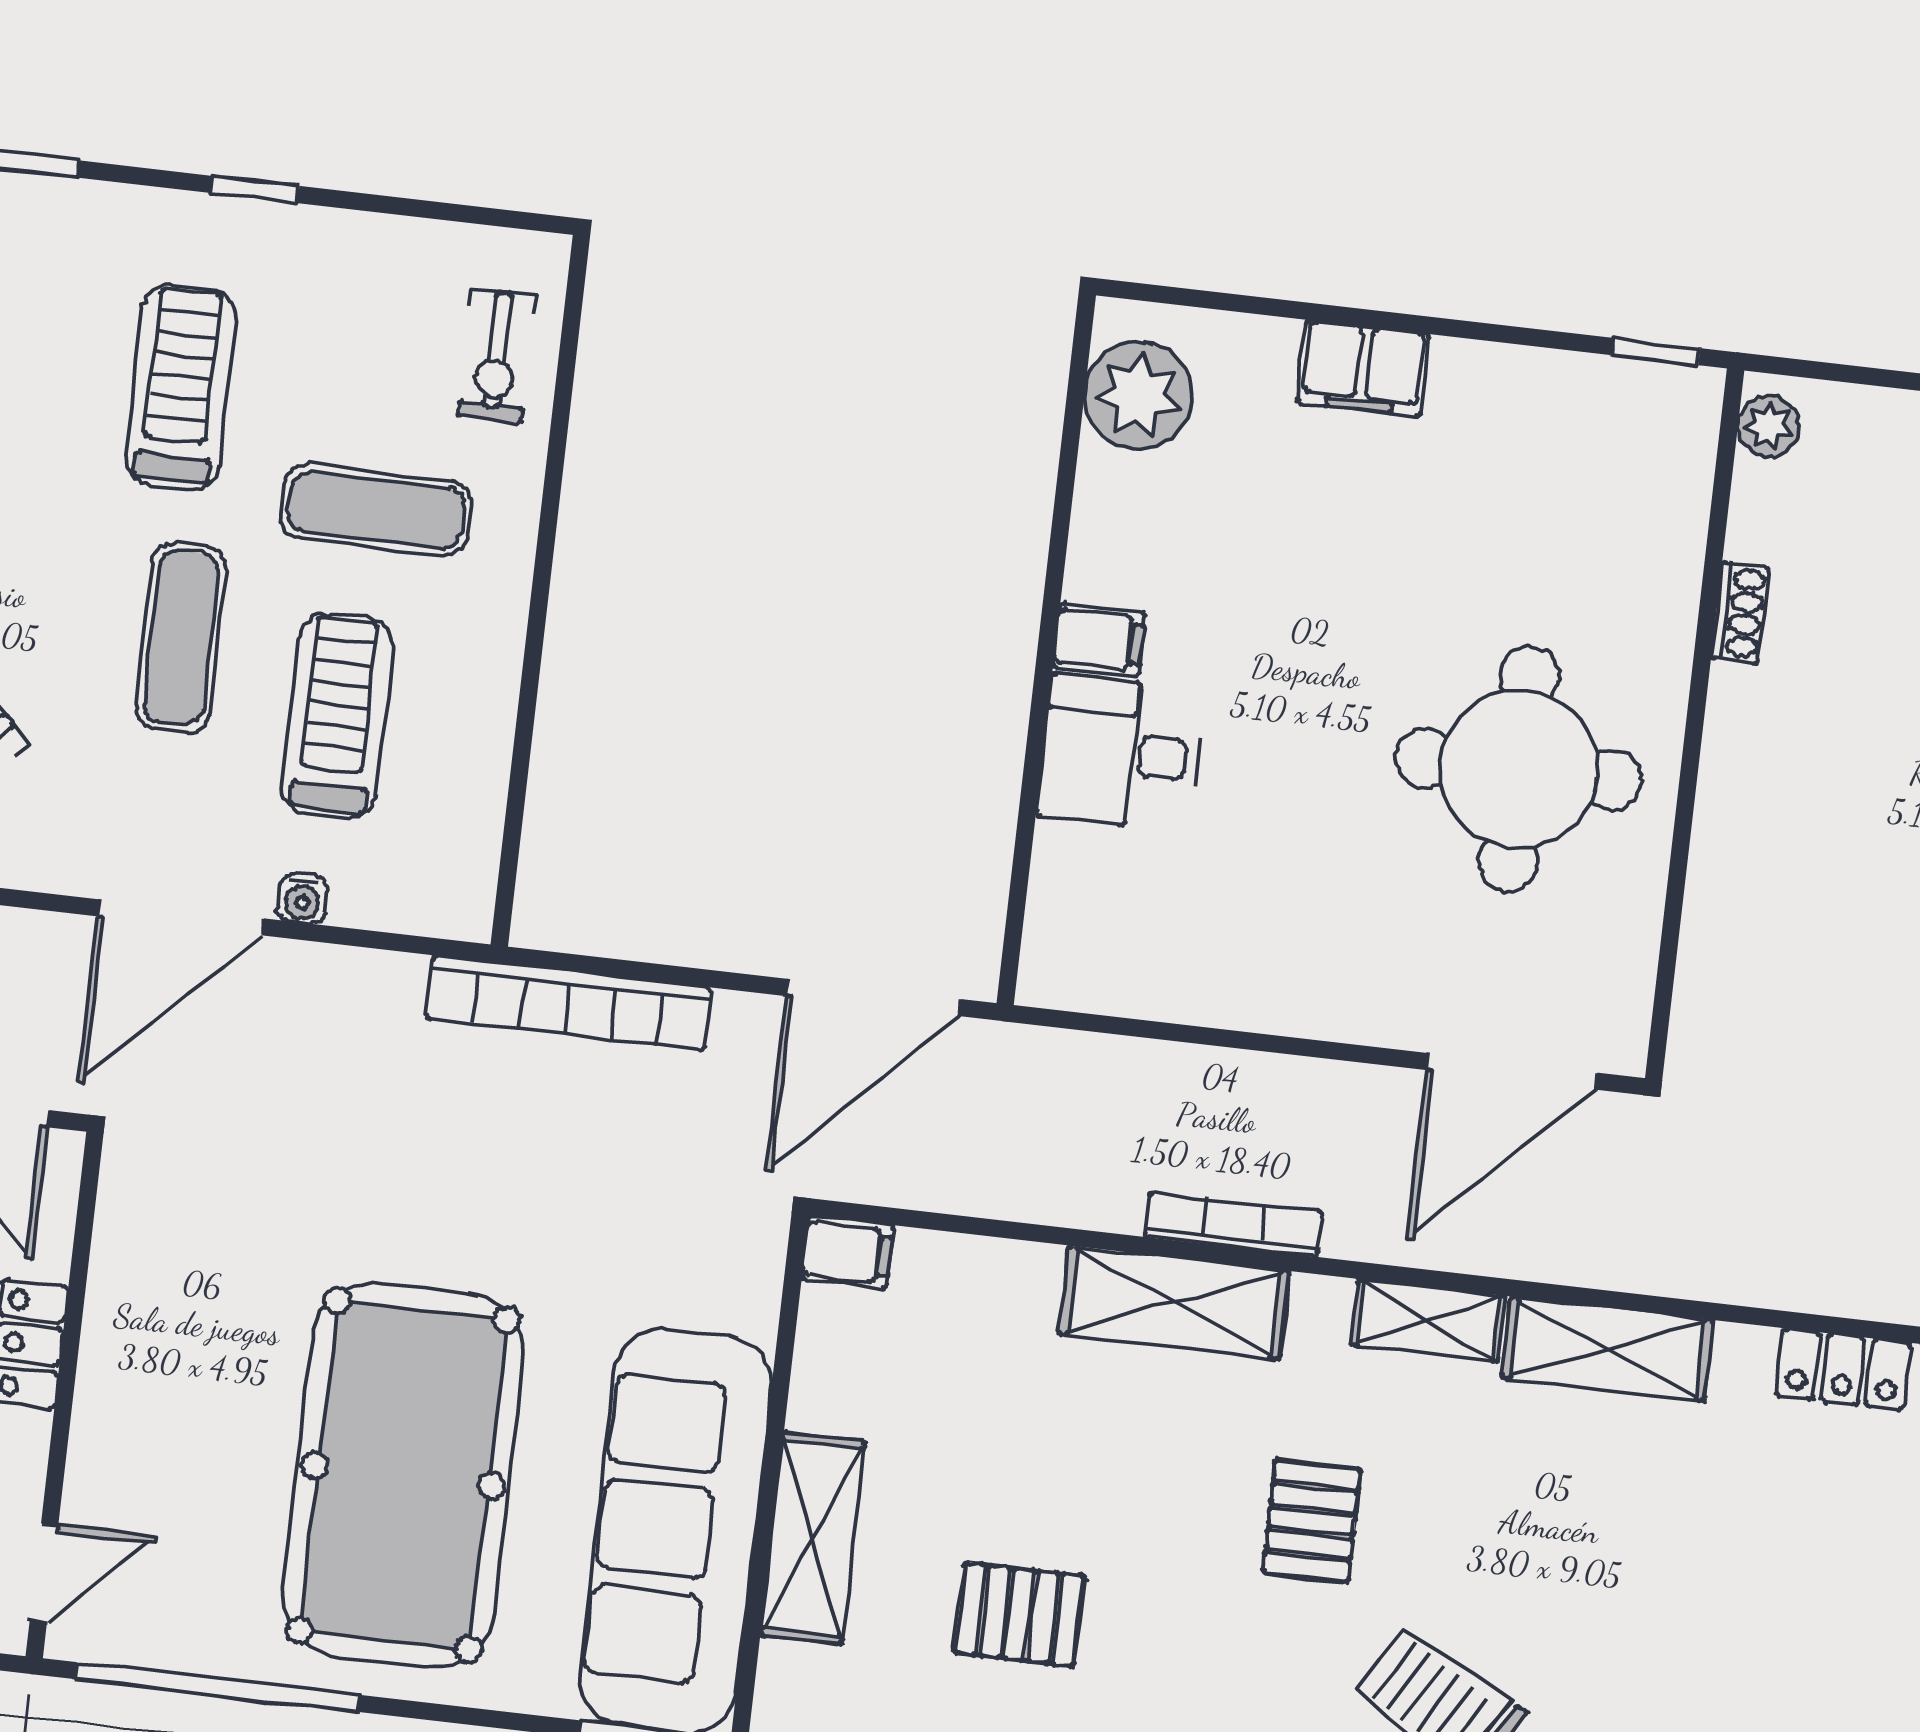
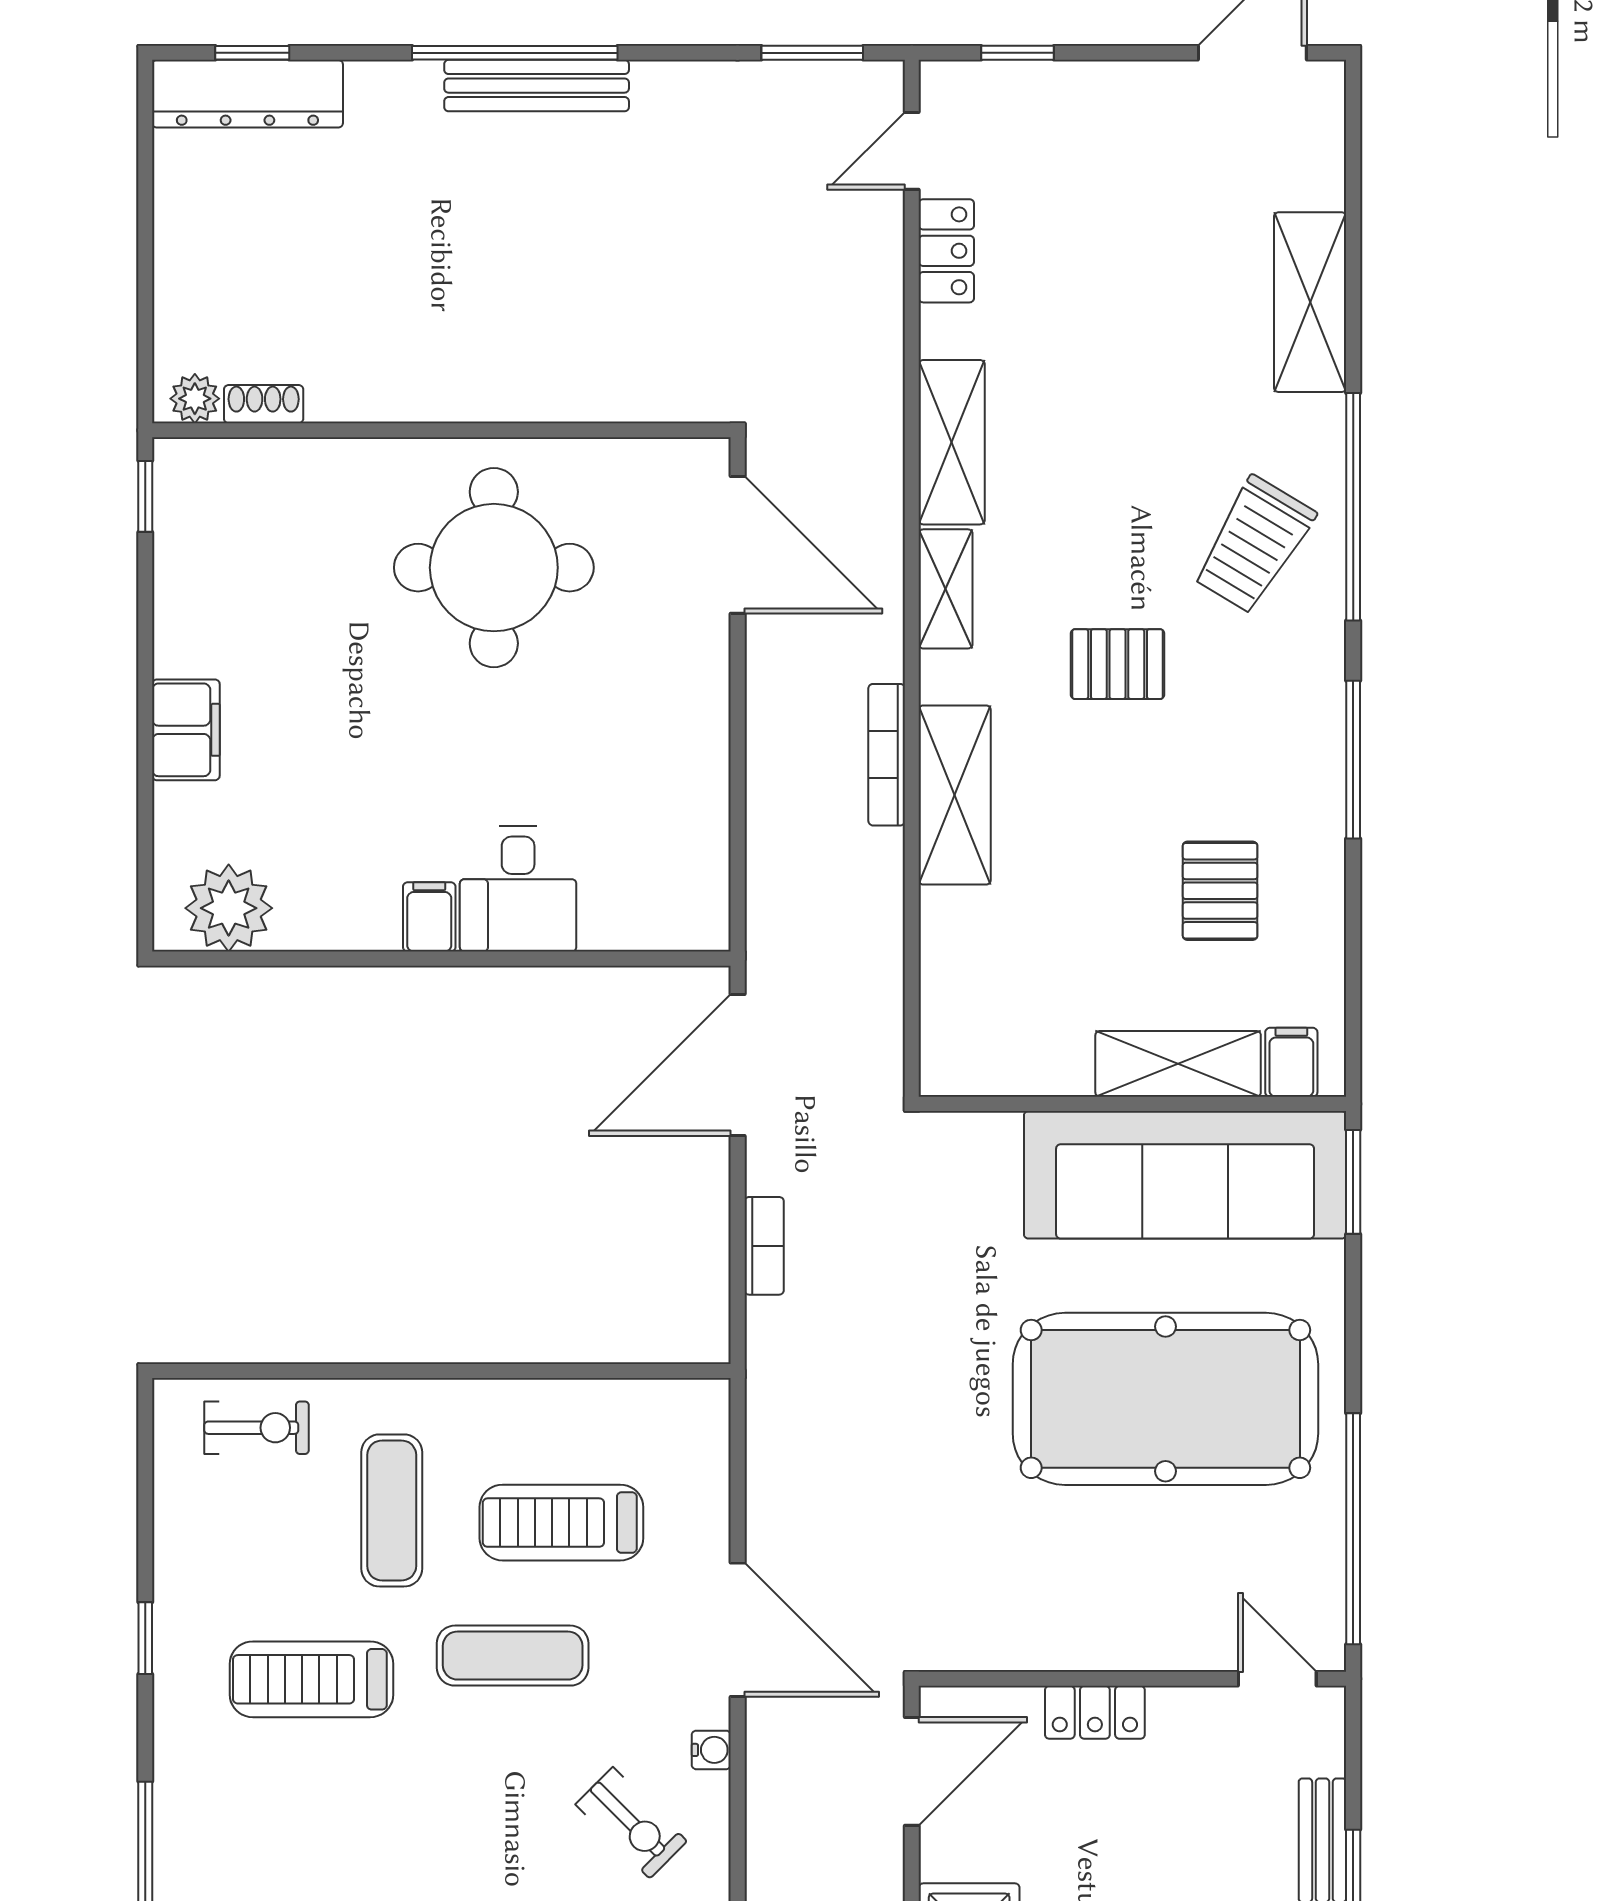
shoe rack: (1740, 613) -> (264, 404), moved
water cooler: (303, 899) -> (711, 1750), moved
door: (874, 998) -> (738, 1065), swing flipped
bookcase: (568, 1003) -> (764, 1246), width x0.43, depth x0.76
filing cabinet: (848, 1252) -> (1291, 1062), moved

